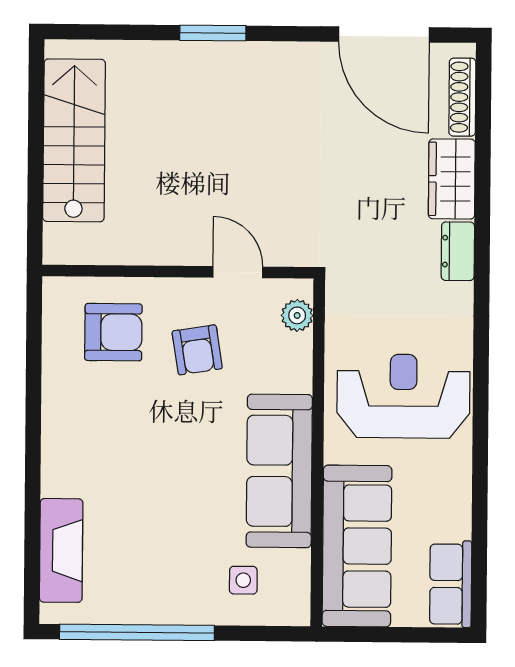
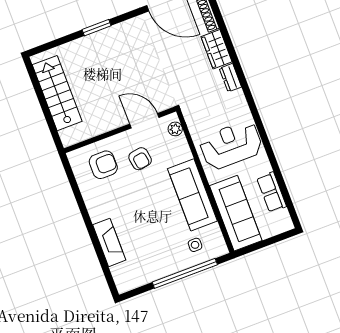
door: (238, 272) -> (144, 121), width x1.38
fireplace: (61, 550) -> (109, 242), moved
row of seats: (451, 584) -> (272, 192), moved
window: (137, 632) -> (185, 273), moved

